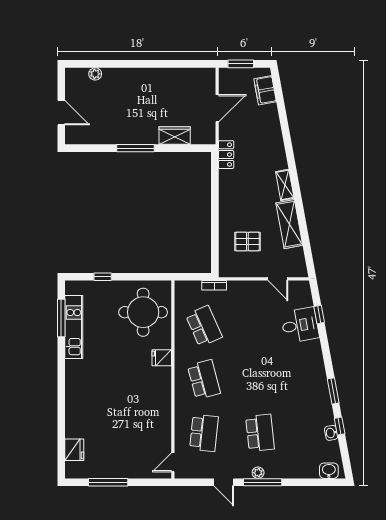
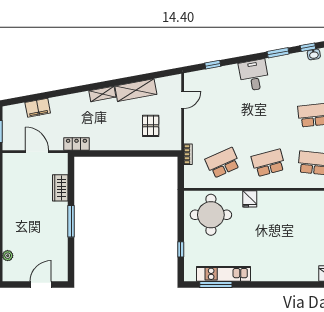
filing cabinet: (265, 90) -> (38, 108), moved
desk: (300, 325) -> (254, 75), moved

